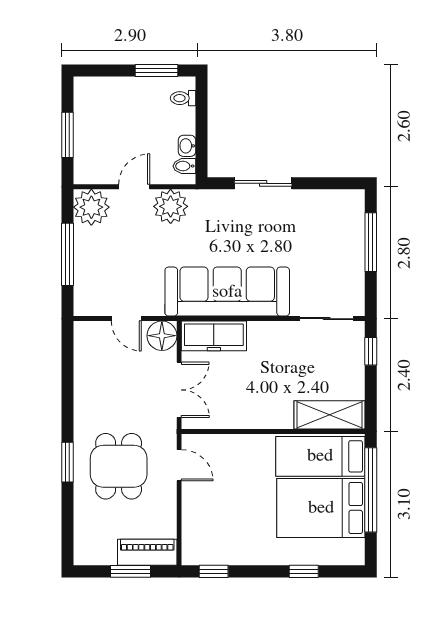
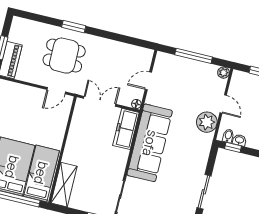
window: (201, 154) -> (233, 147), added
sliding door: (263, 183) -> (204, 192), moved
plant: (91, 207) -> (224, 73), width x0.53, depth x0.53
floor lamp: (162, 336) -> (136, 104), width x0.53, depth x0.53
double door: (179, 390) -> (100, 101), swing flipped

